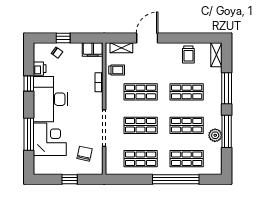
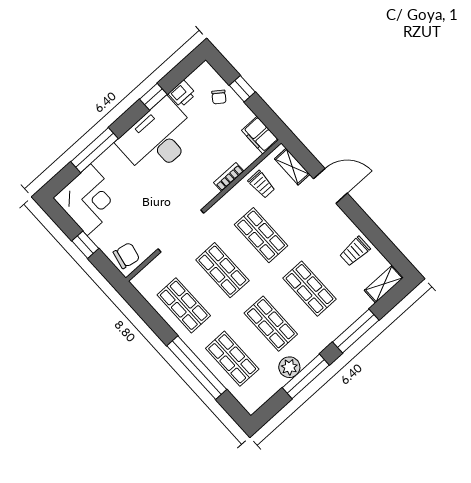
corner desk: (50, 139) -> (89, 200), moved
chair: (85, 154) -> (126, 256), moved

